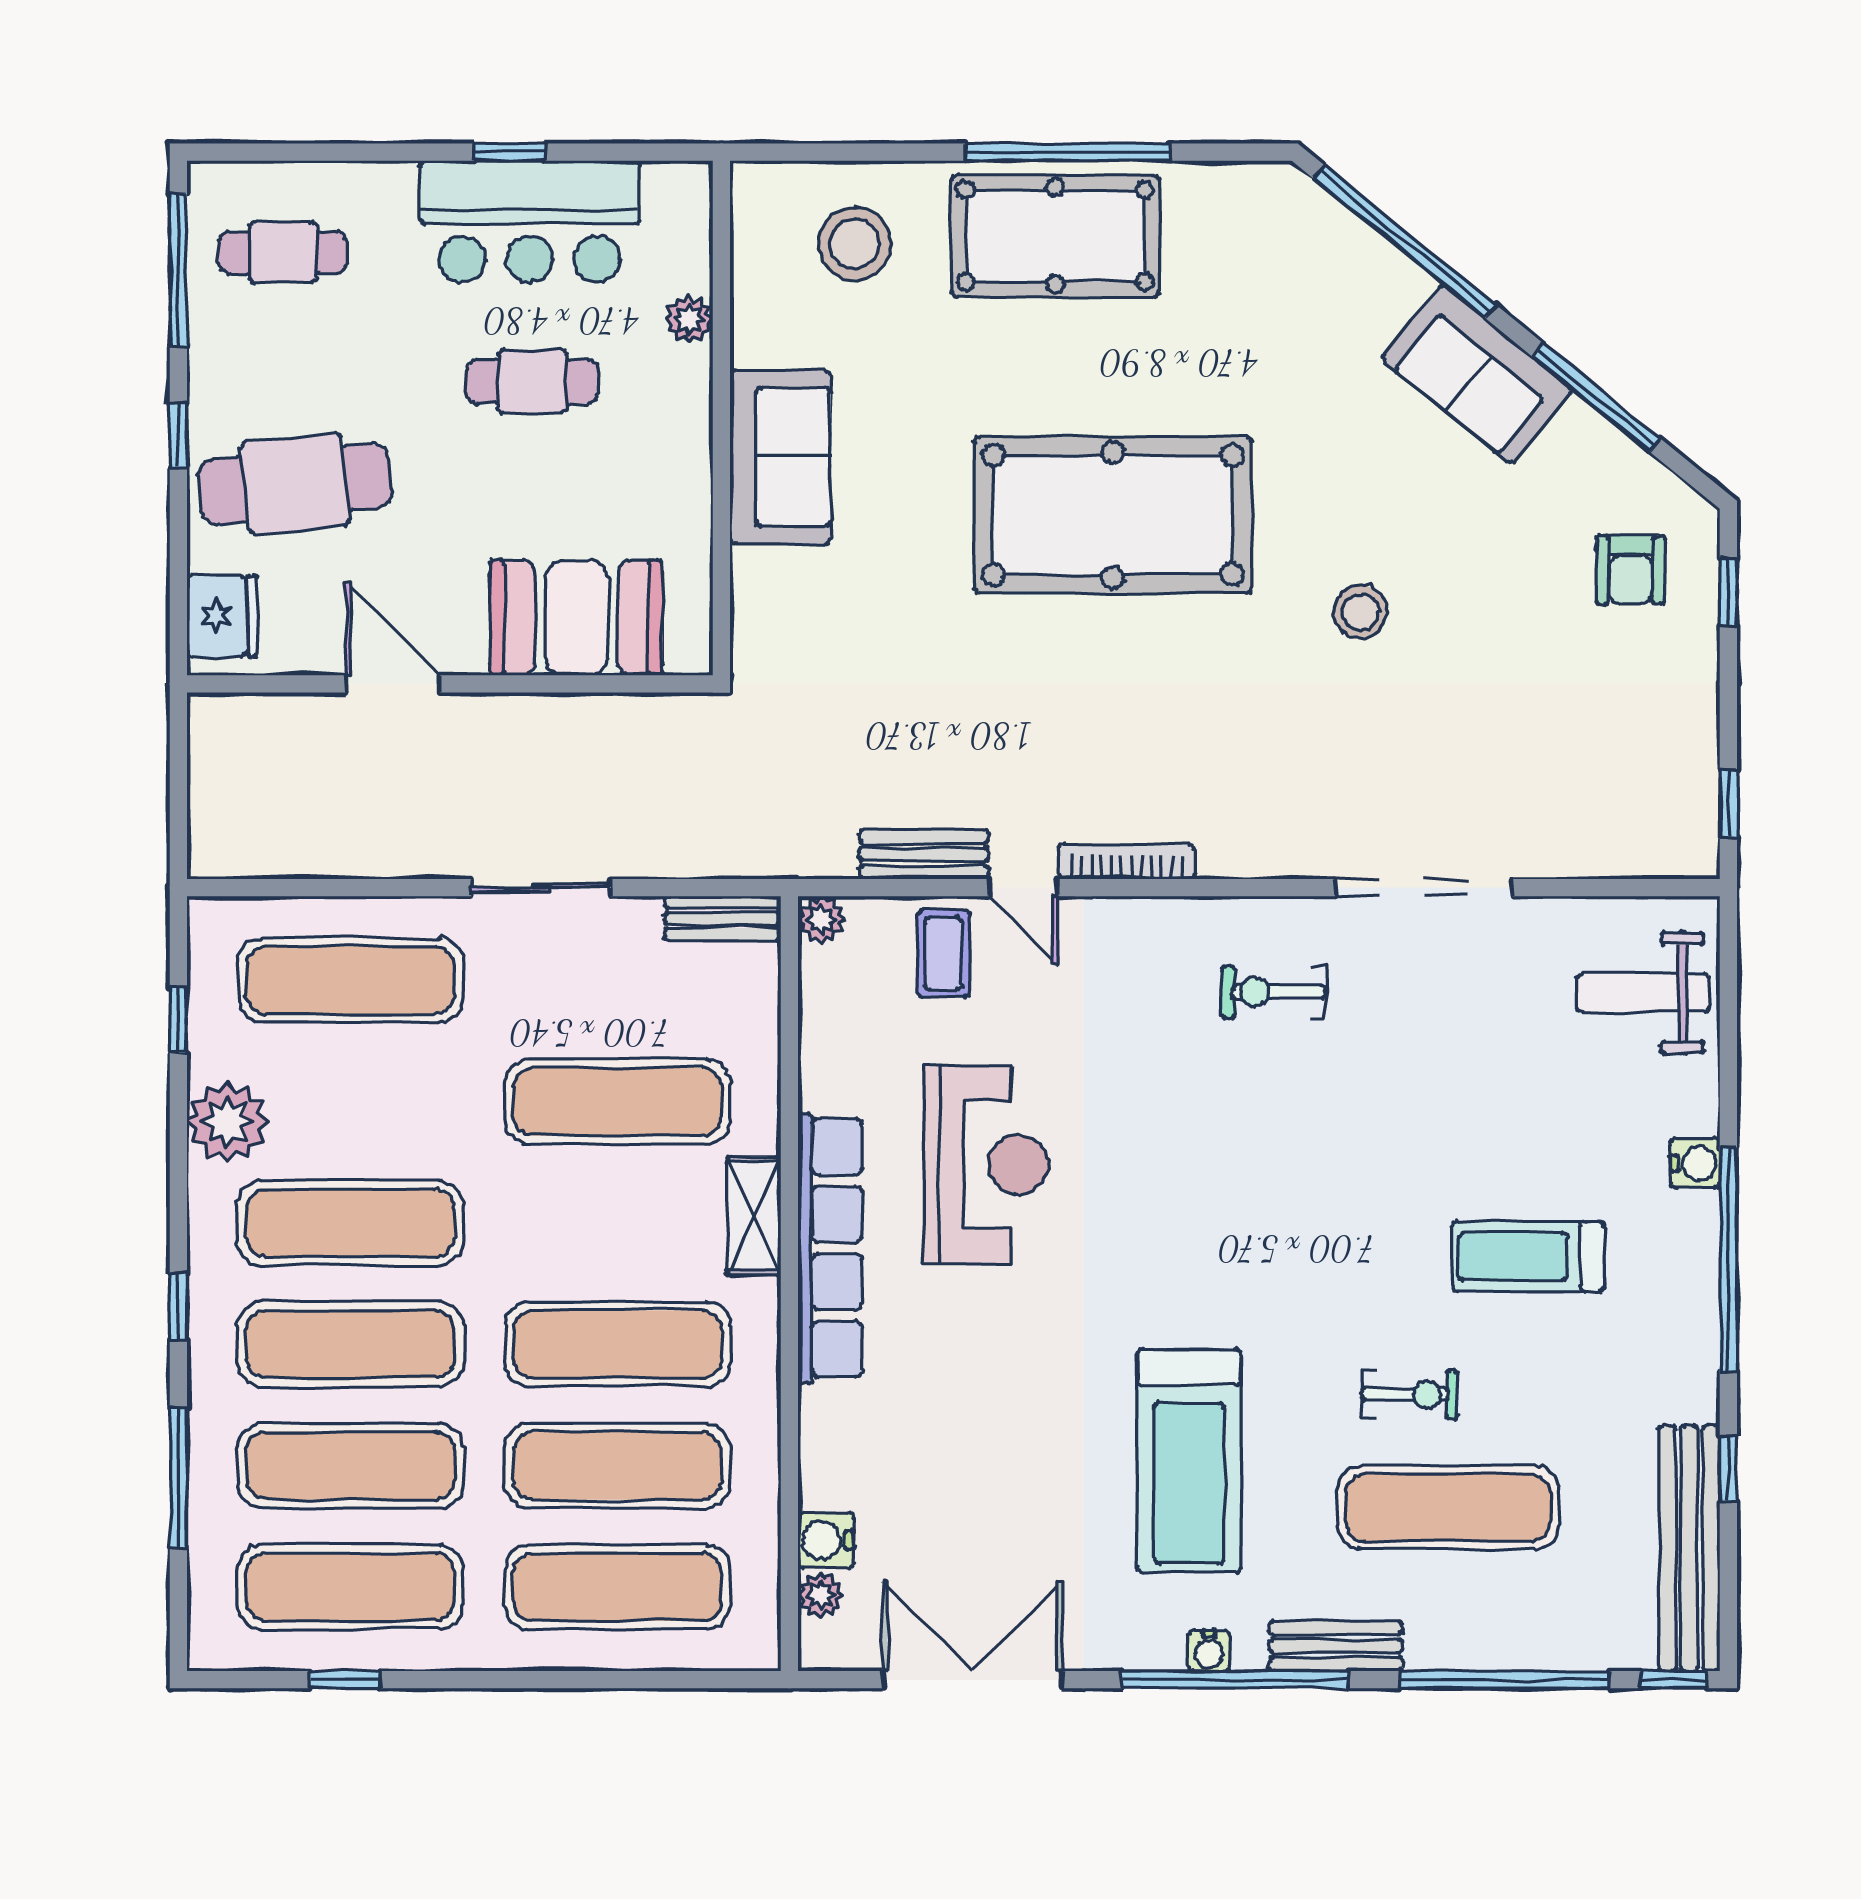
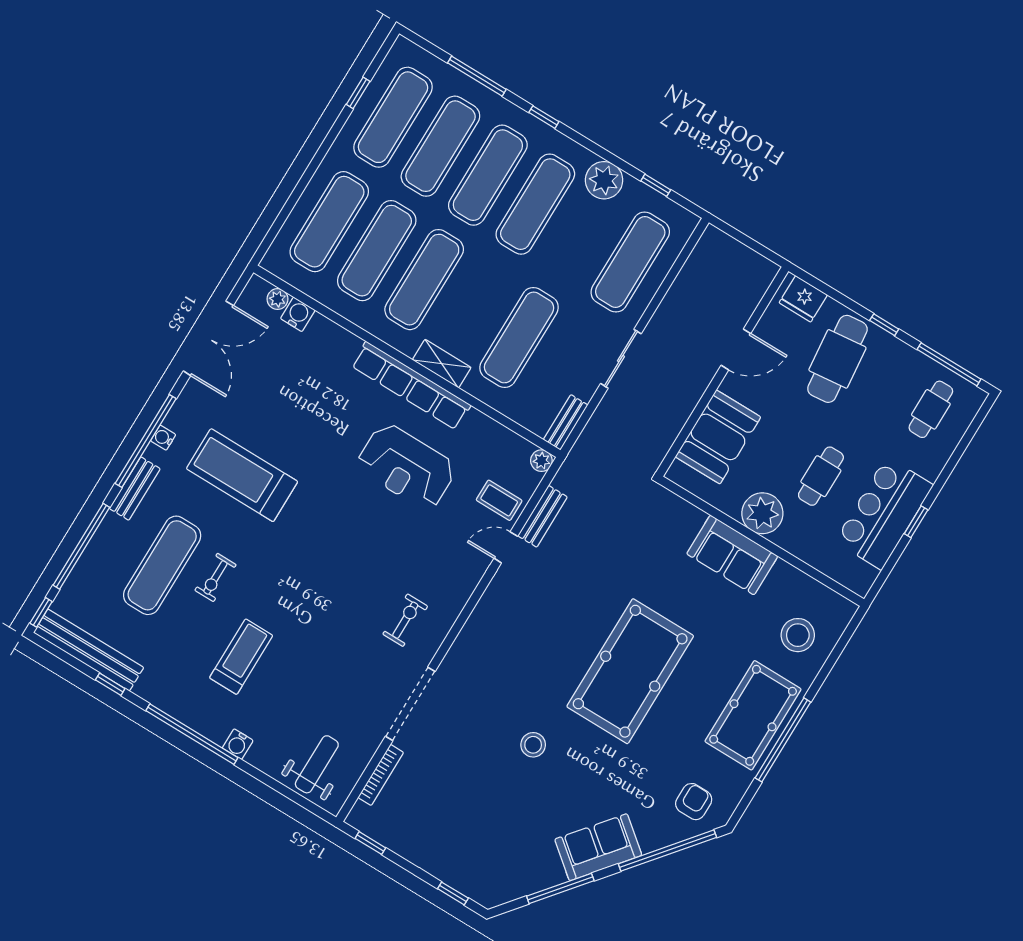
plant: (689, 319) -> (762, 513), moved, width x1.87, depth x1.87
armchair: (1631, 570) -> (694, 802), moved, turned 90
bookcase: (1127, 862) -> (381, 775), moved

